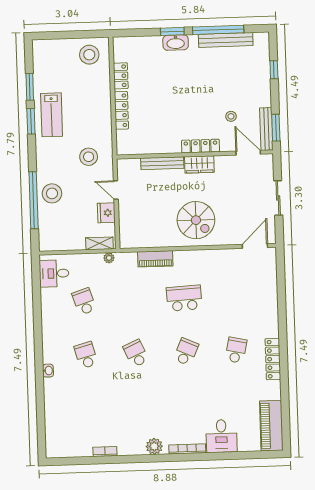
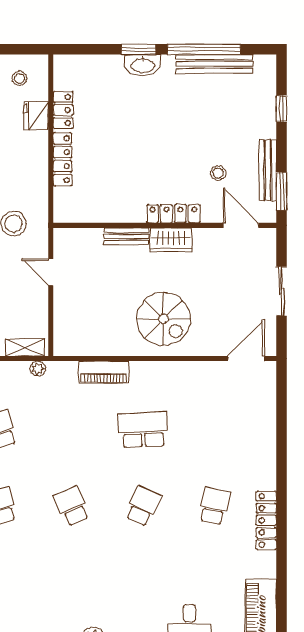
stool: (89, 55) -> (19, 78), width x0.53, depth x0.53
bench: (266, 129) -> (268, 170), moved
bench: (162, 163) -> (126, 236), width x0.73
fridge: (106, 213) -> (36, 116), moved

